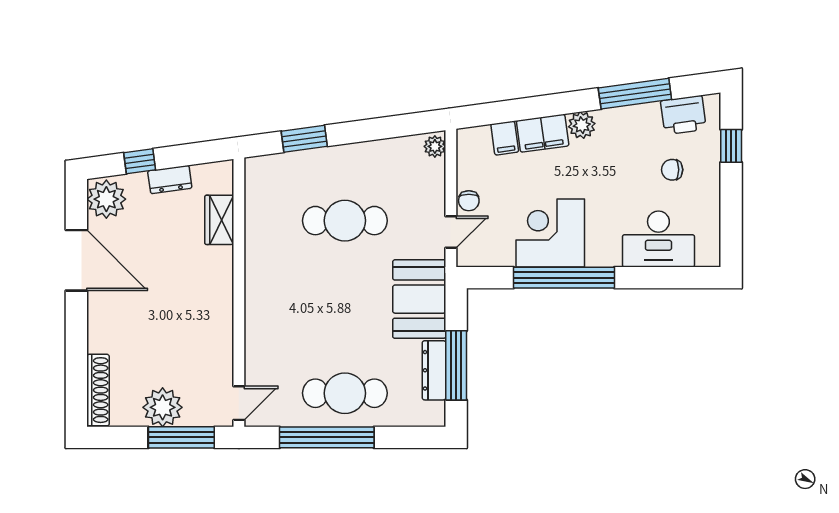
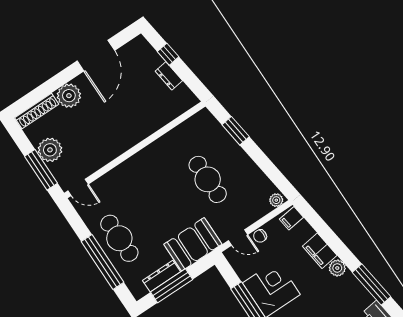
filing cabinet: (505, 138) -> (291, 218), moved
plant: (106, 199) -> (69, 96), moved
wardrobe: (219, 220) -> (165, 115), removed
window: (327, 437) -> (102, 262), moved

